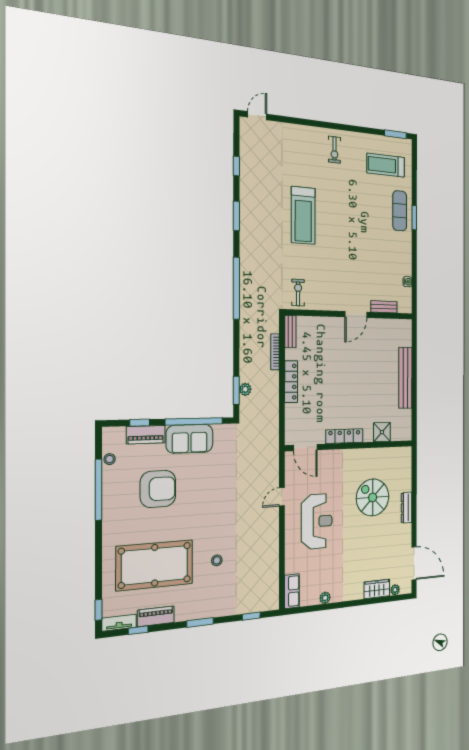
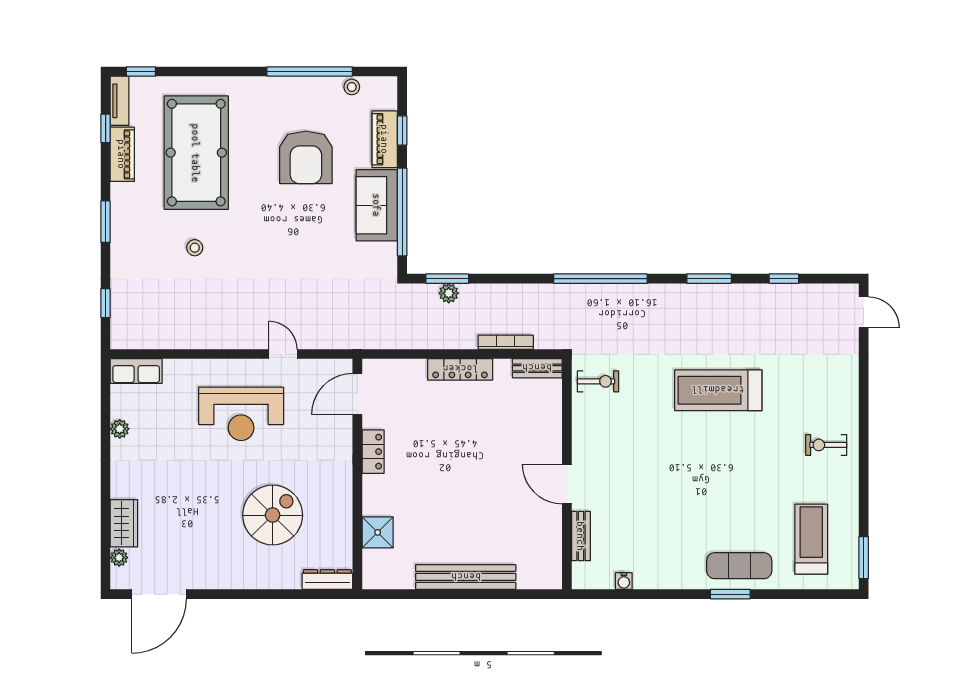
locker: (344, 436) -> (373, 452), width x0.66
dresser: (407, 508) -> (327, 580), moved

